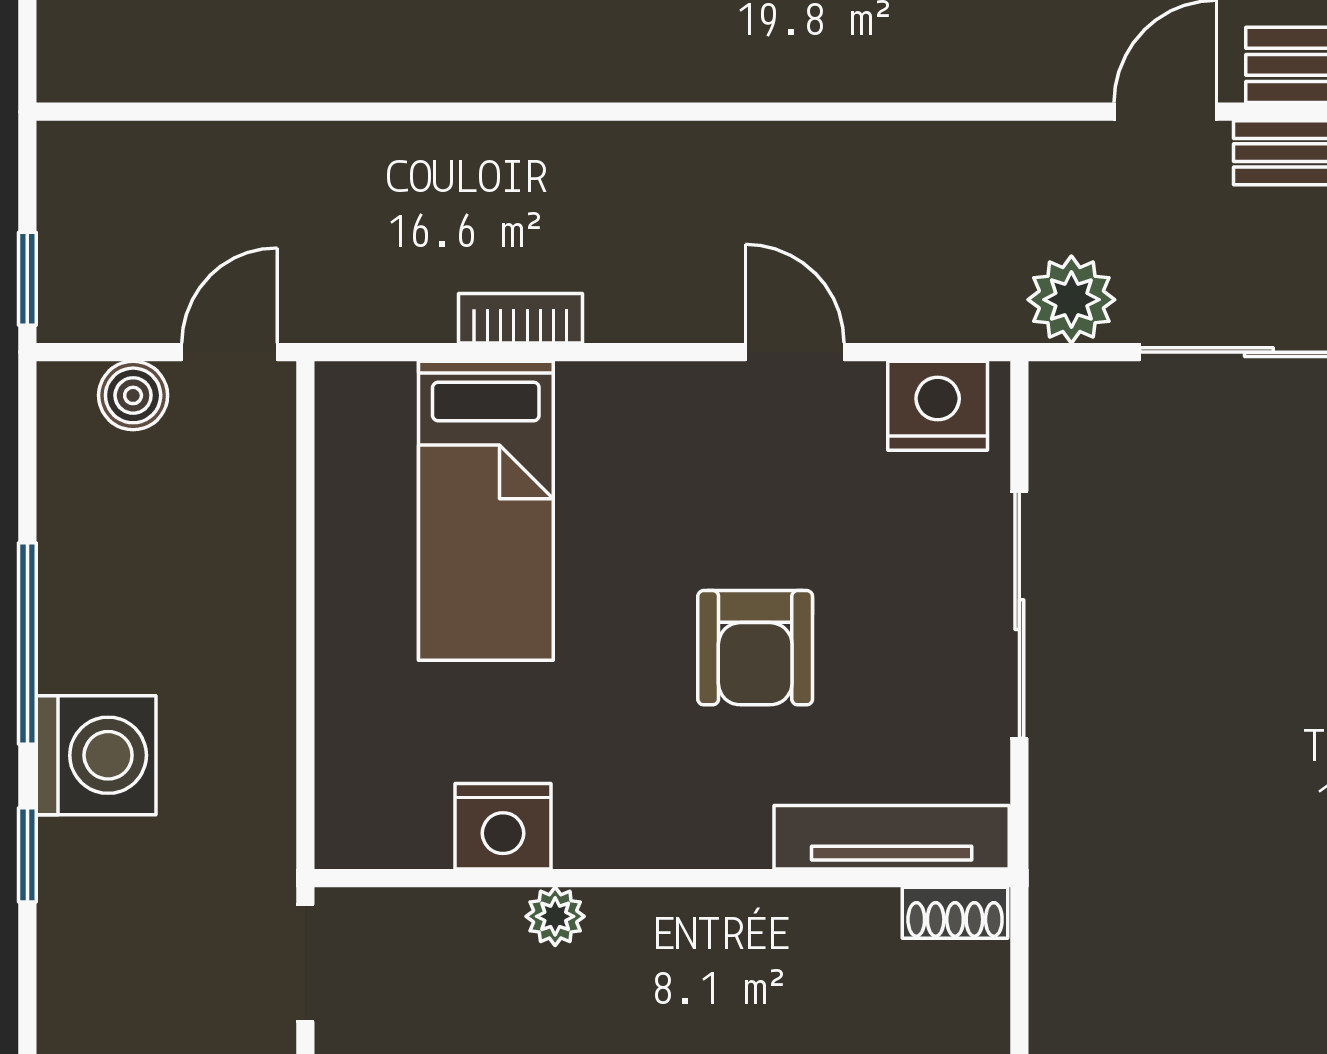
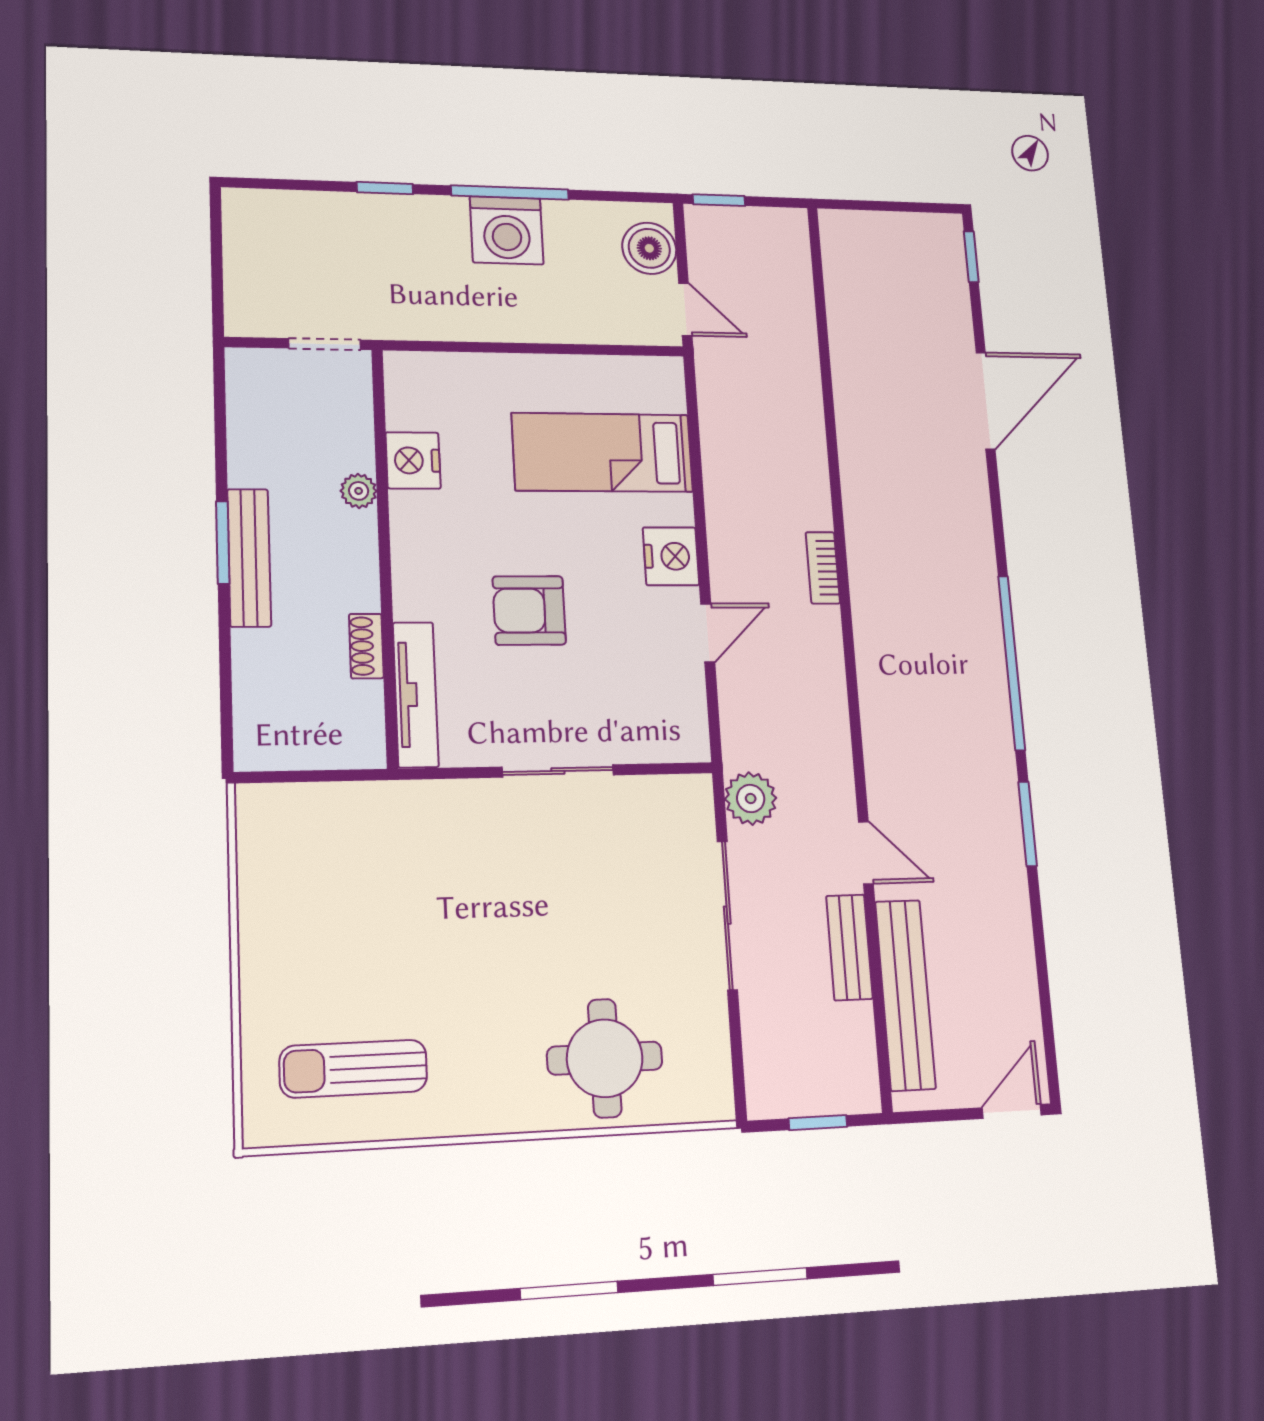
bookcase: (520, 318) -> (823, 568), moved, turned 180
boiler: (133, 395) -> (649, 248), width x1.36, depth x1.36
nightstand: (938, 406) -> (671, 556), moved
sliding door: (1019, 615) -> (558, 771), width x0.73
washing machine: (96, 755) -> (507, 230), moved
shoe rack: (955, 913) -> (366, 646), moved

